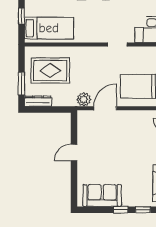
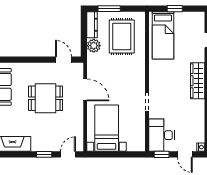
plant: (84, 99) -> (94, 46), moved
dining table: (114, 149) -> (46, 98), added
door: (74, 153) -> (63, 60), moved

